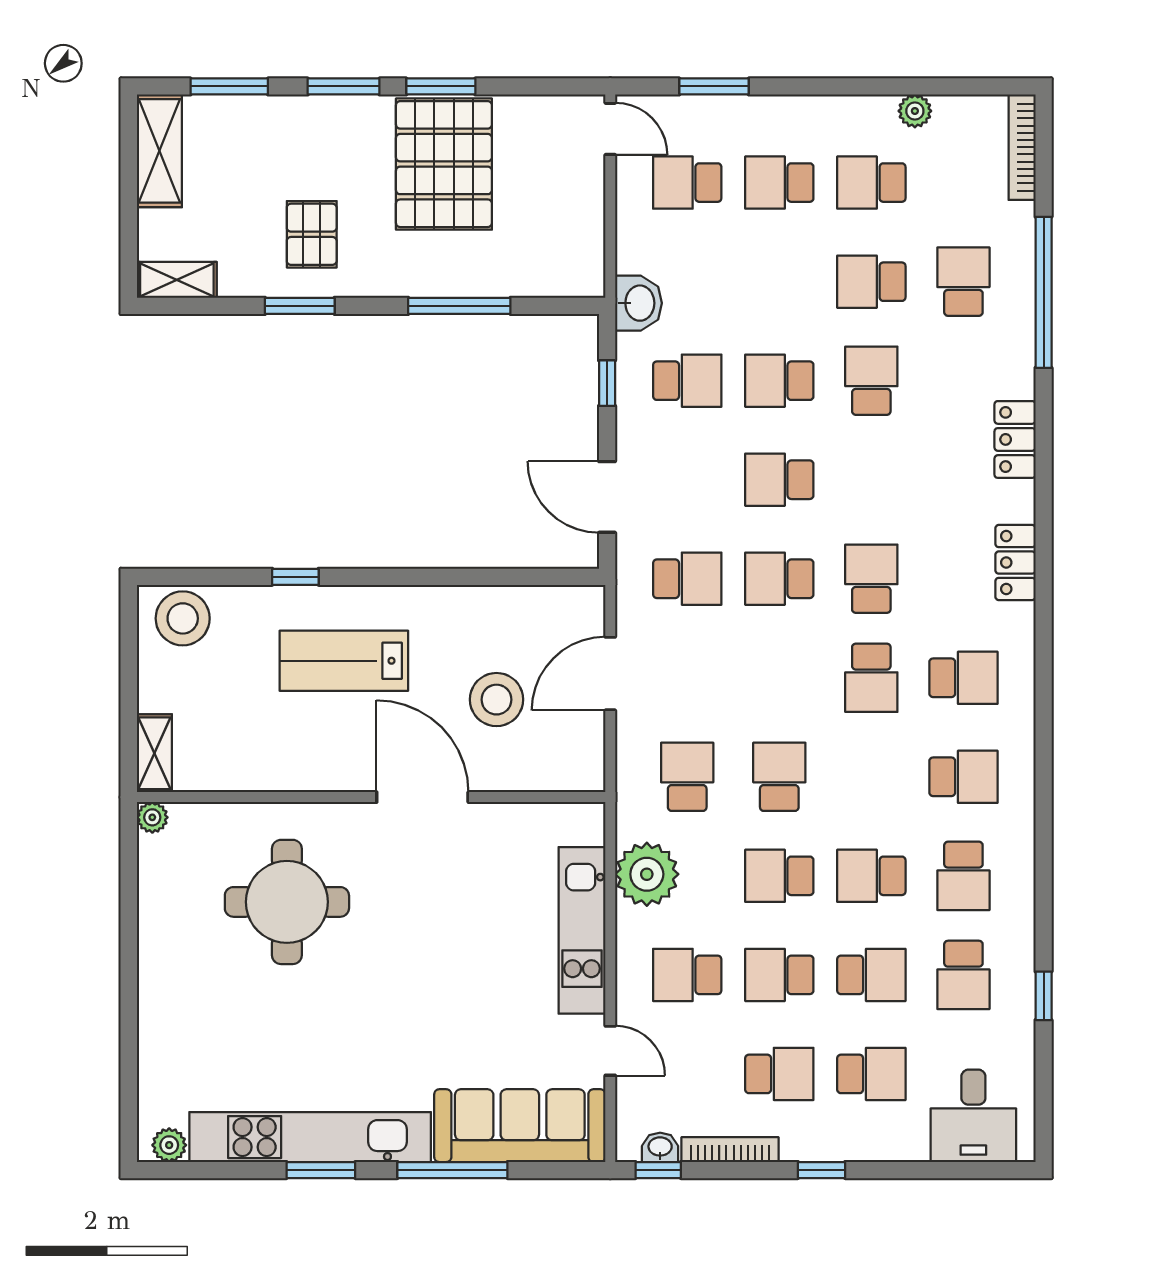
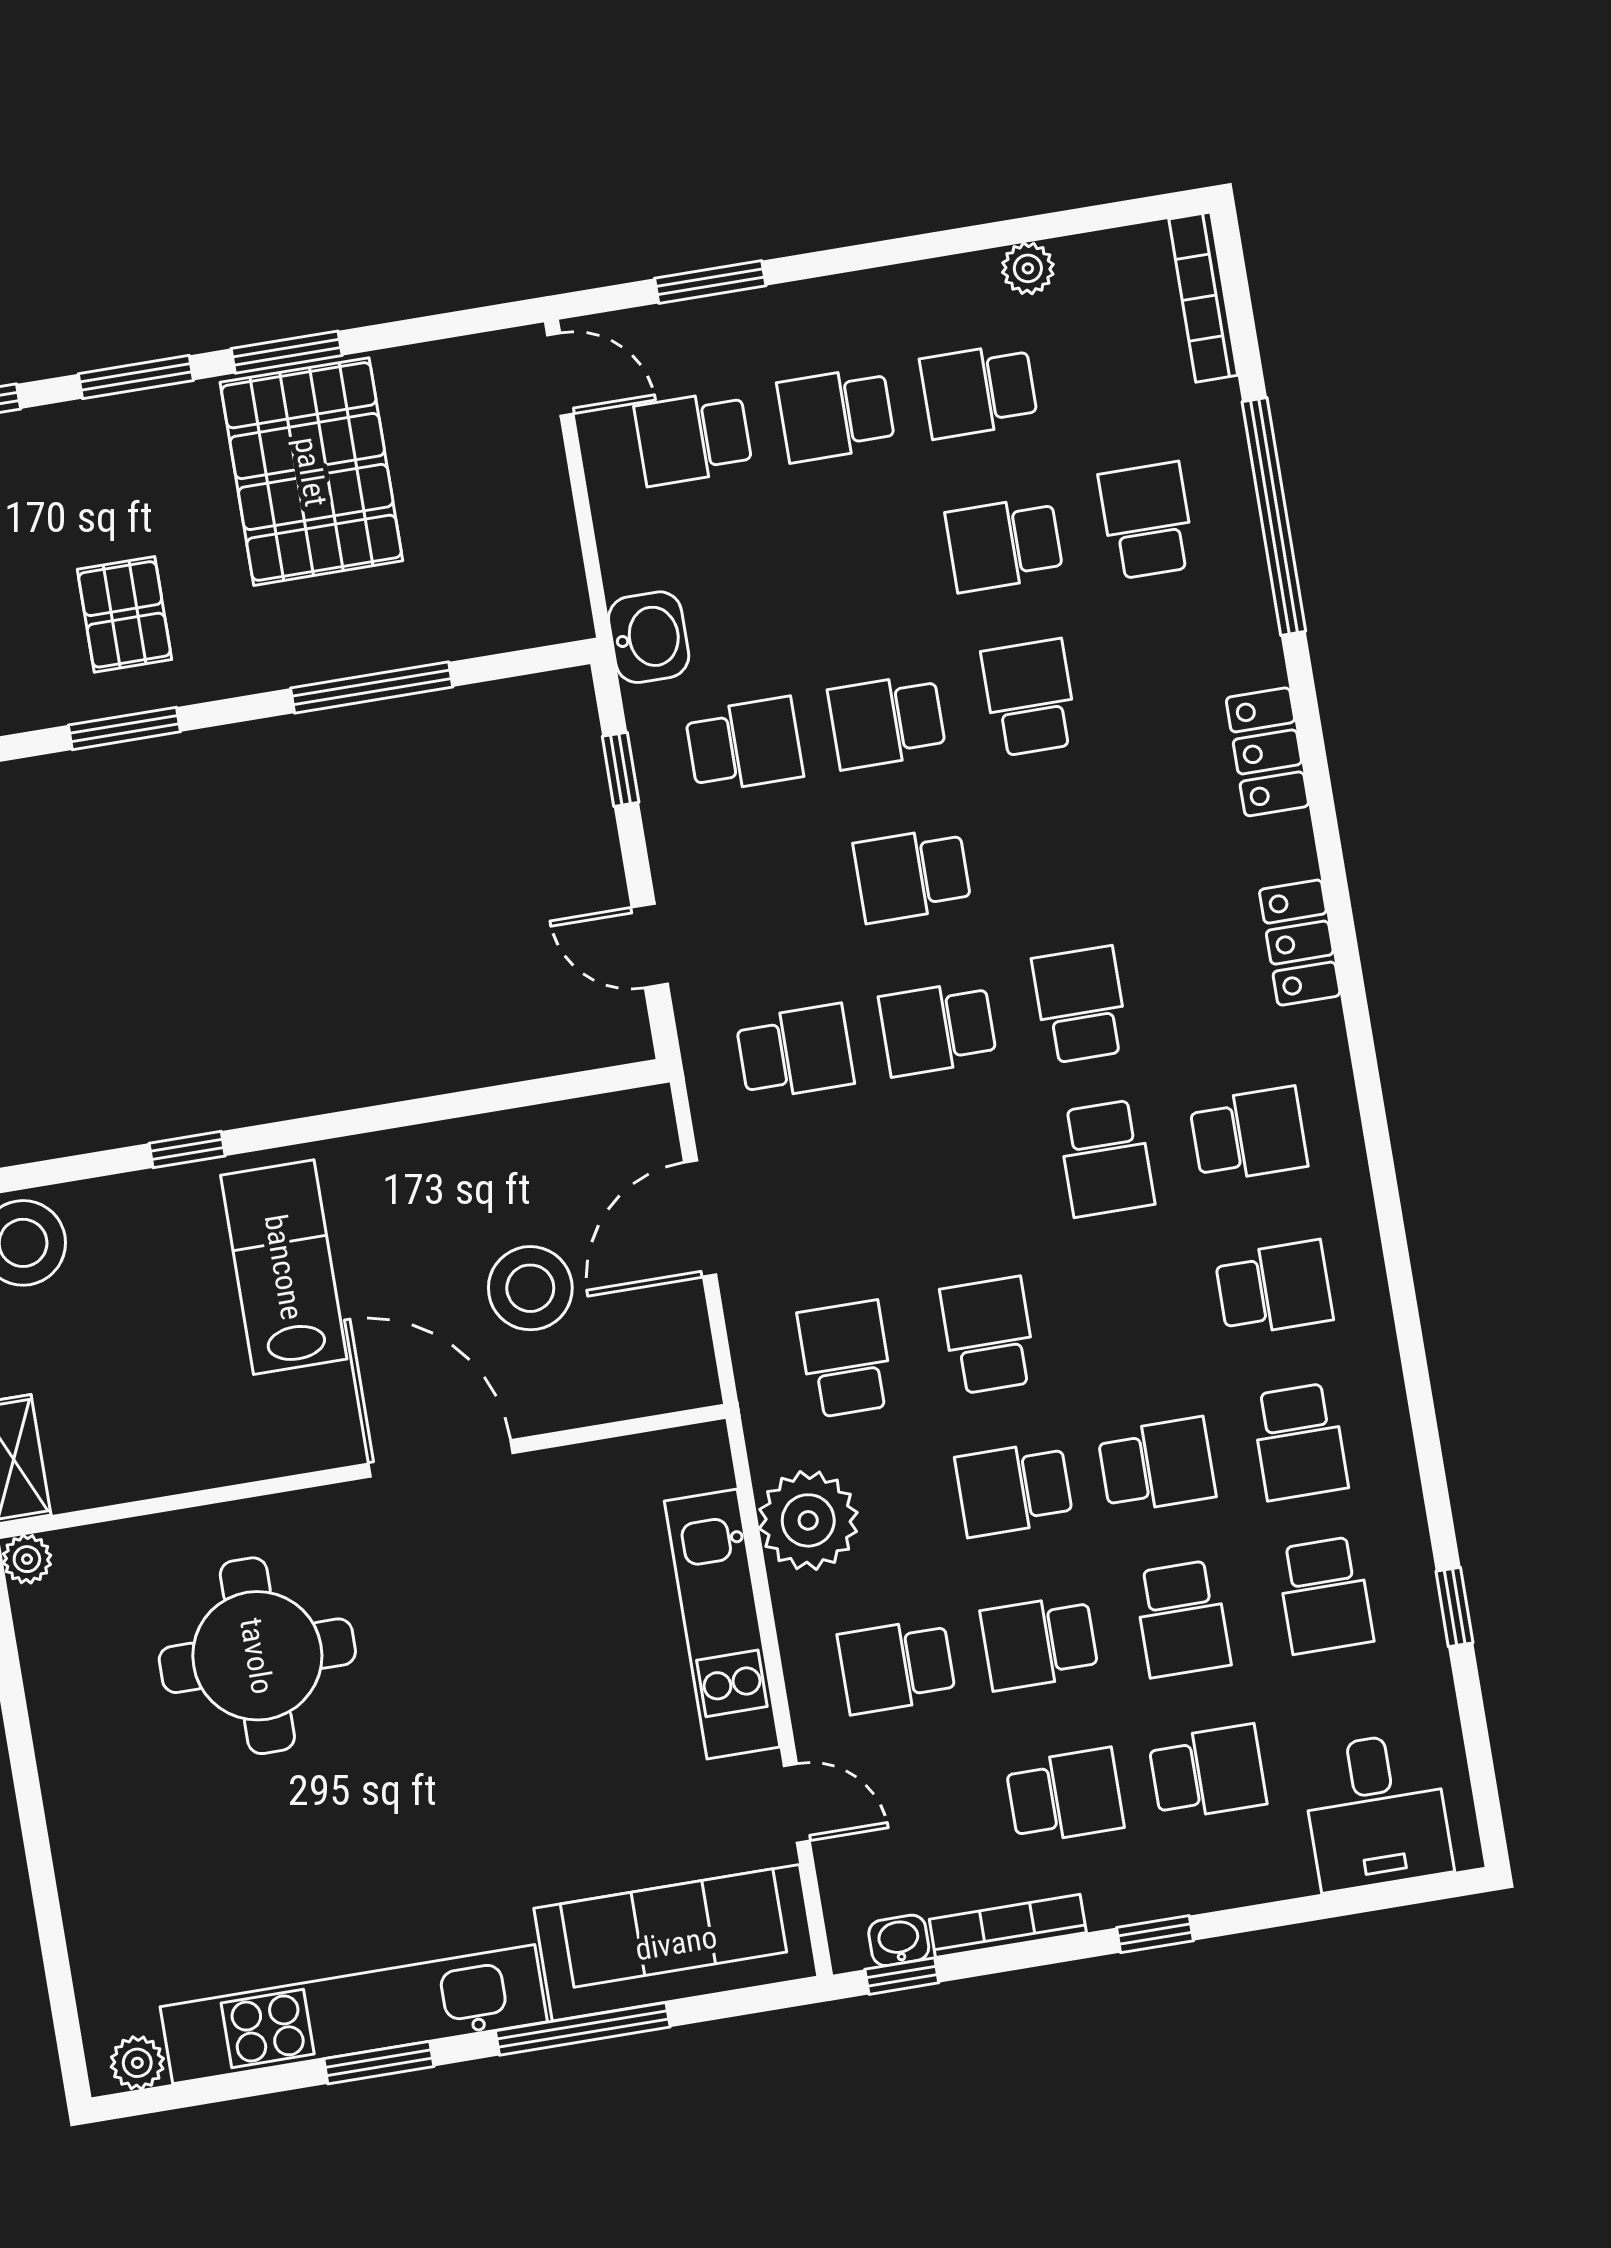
door: (607, 497) -> (650, 946), width x0.73
lab bench: (344, 661) -> (284, 1267), turned 90
school desk: (871, 876) -> (1157, 1465), turned 180
school desk: (871, 975) -> (1182, 1619), turned 90

